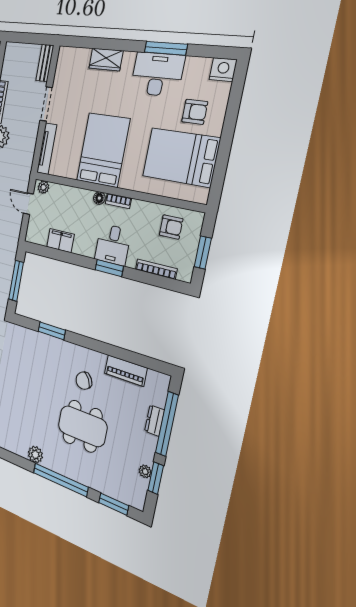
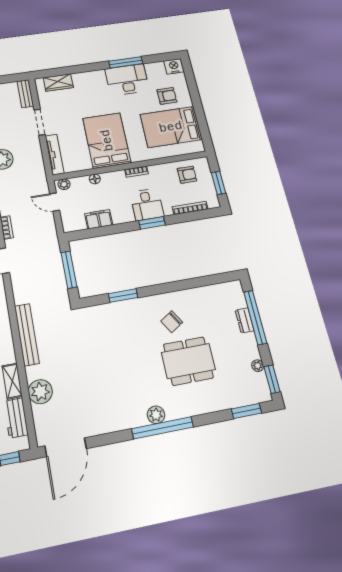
wardrobe: (106, 59) -> (58, 83), moved
floor lamp: (99, 198) -> (95, 179), moved
piano: (126, 371) -> (203, 294), removed
window: (156, 478) -> (272, 379), moved
window: (60, 480) -> (162, 428), moved

